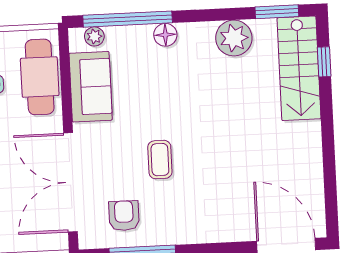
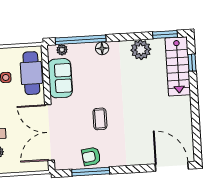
armchair: (124, 216) -> (91, 156), moved, turned -97

